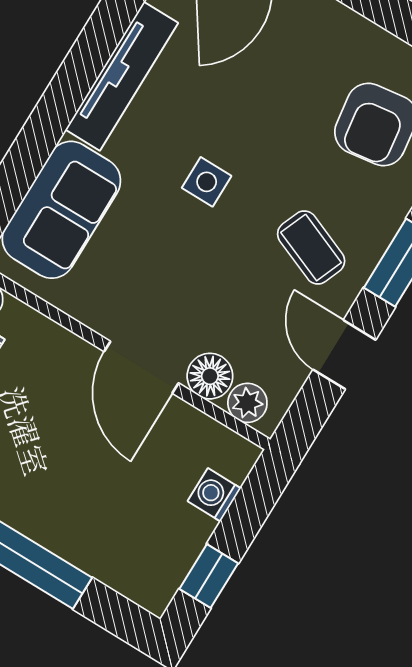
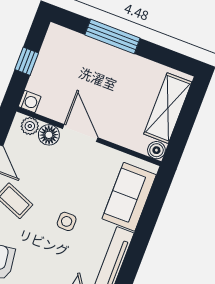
washing machine: (214, 495) -> (30, 102), moved
window: (209, 576) -> (27, 61), moved

